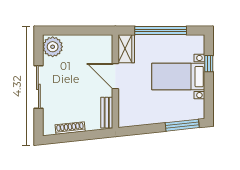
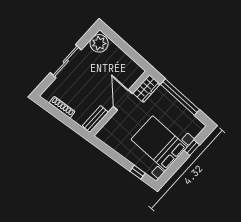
bed with nightstands: (178, 77) -> (159, 143), width x1.36
window: (182, 125) -> (138, 172), width x0.46

